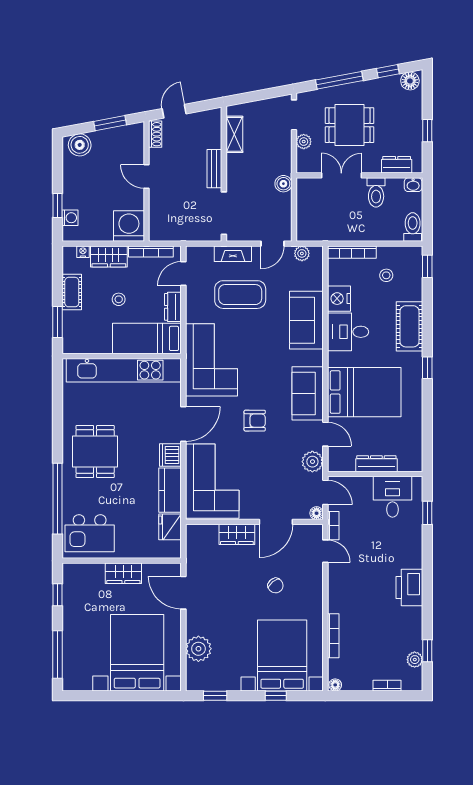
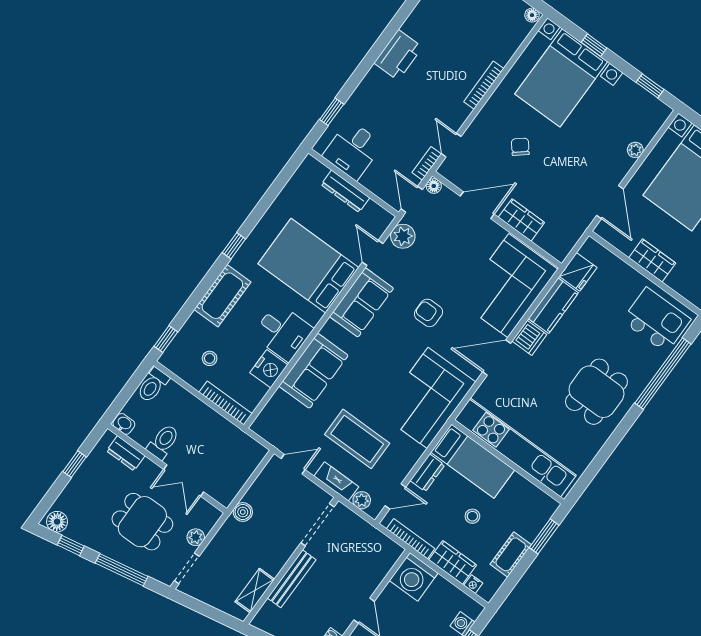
bench: (214, 169) -> (292, 579), width x1.36
plant: (302, 253) -> (362, 500), moved
bookcase: (333, 636) -> (484, 85), moved
plant: (198, 649) -> (635, 150), width x0.53, depth x0.53

